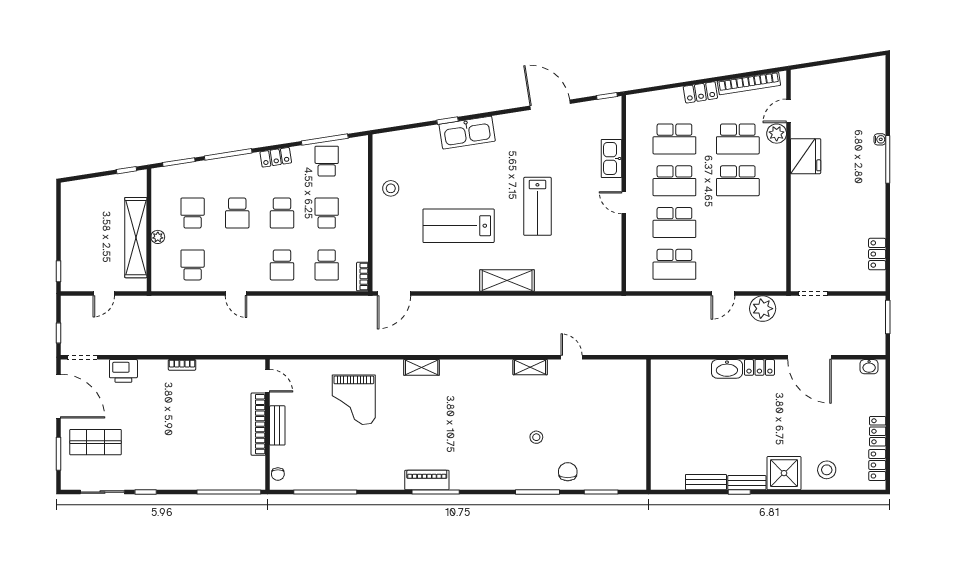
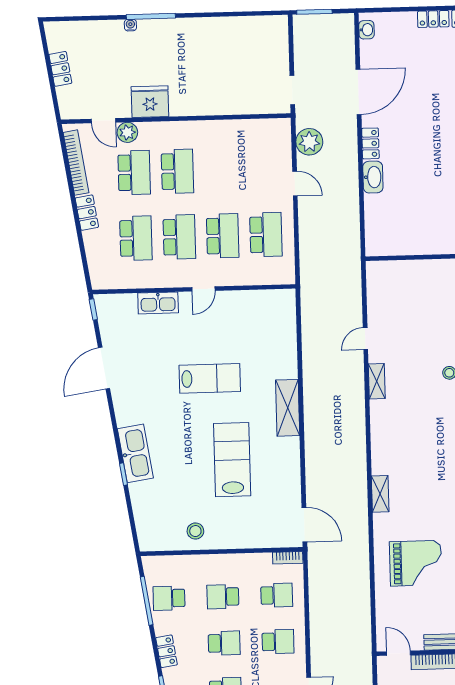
lab bench: (459, 226) -> (232, 460), turned 180
locker: (877, 254) -> (60, 69), moved, turned -99
door: (268, 381) -> (399, 653), hinge flipped

